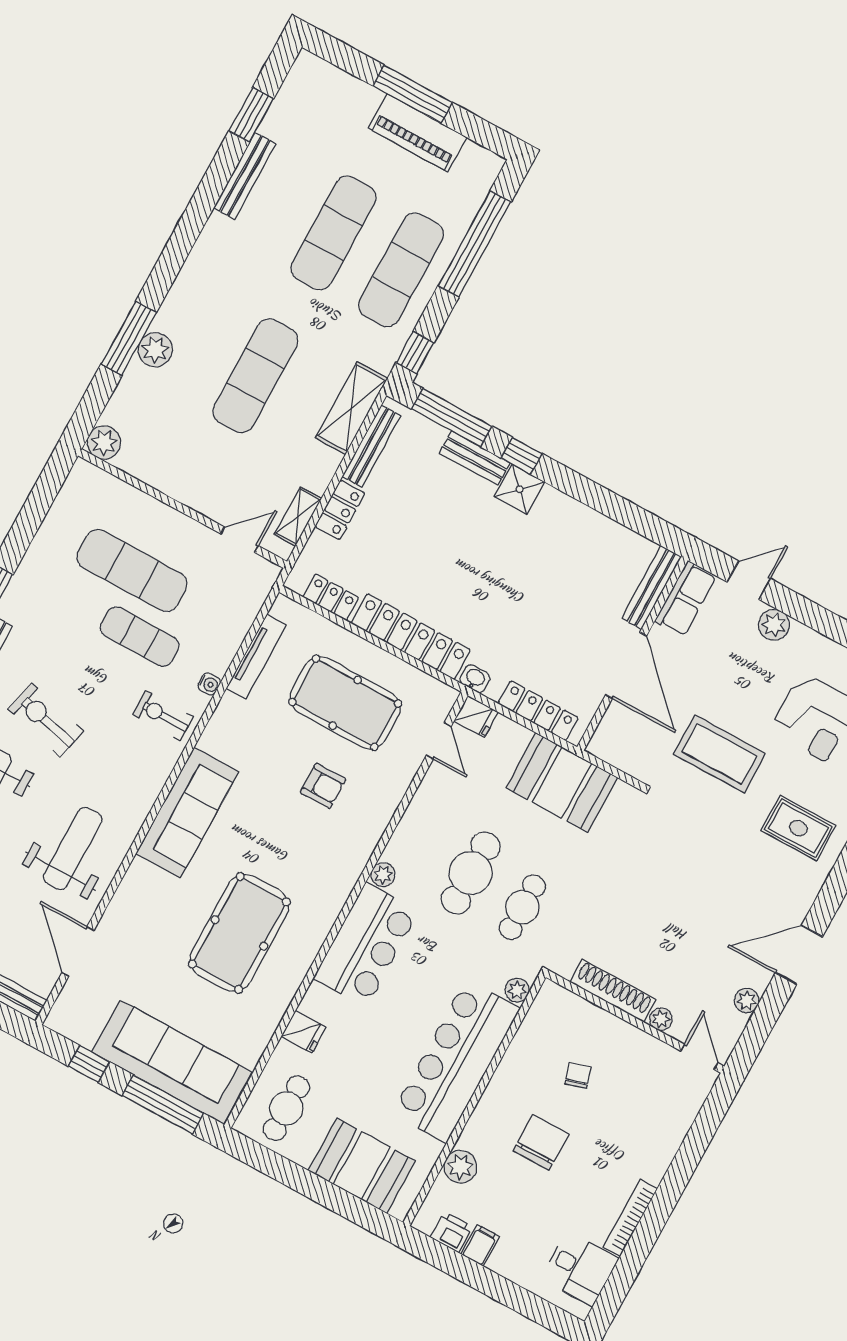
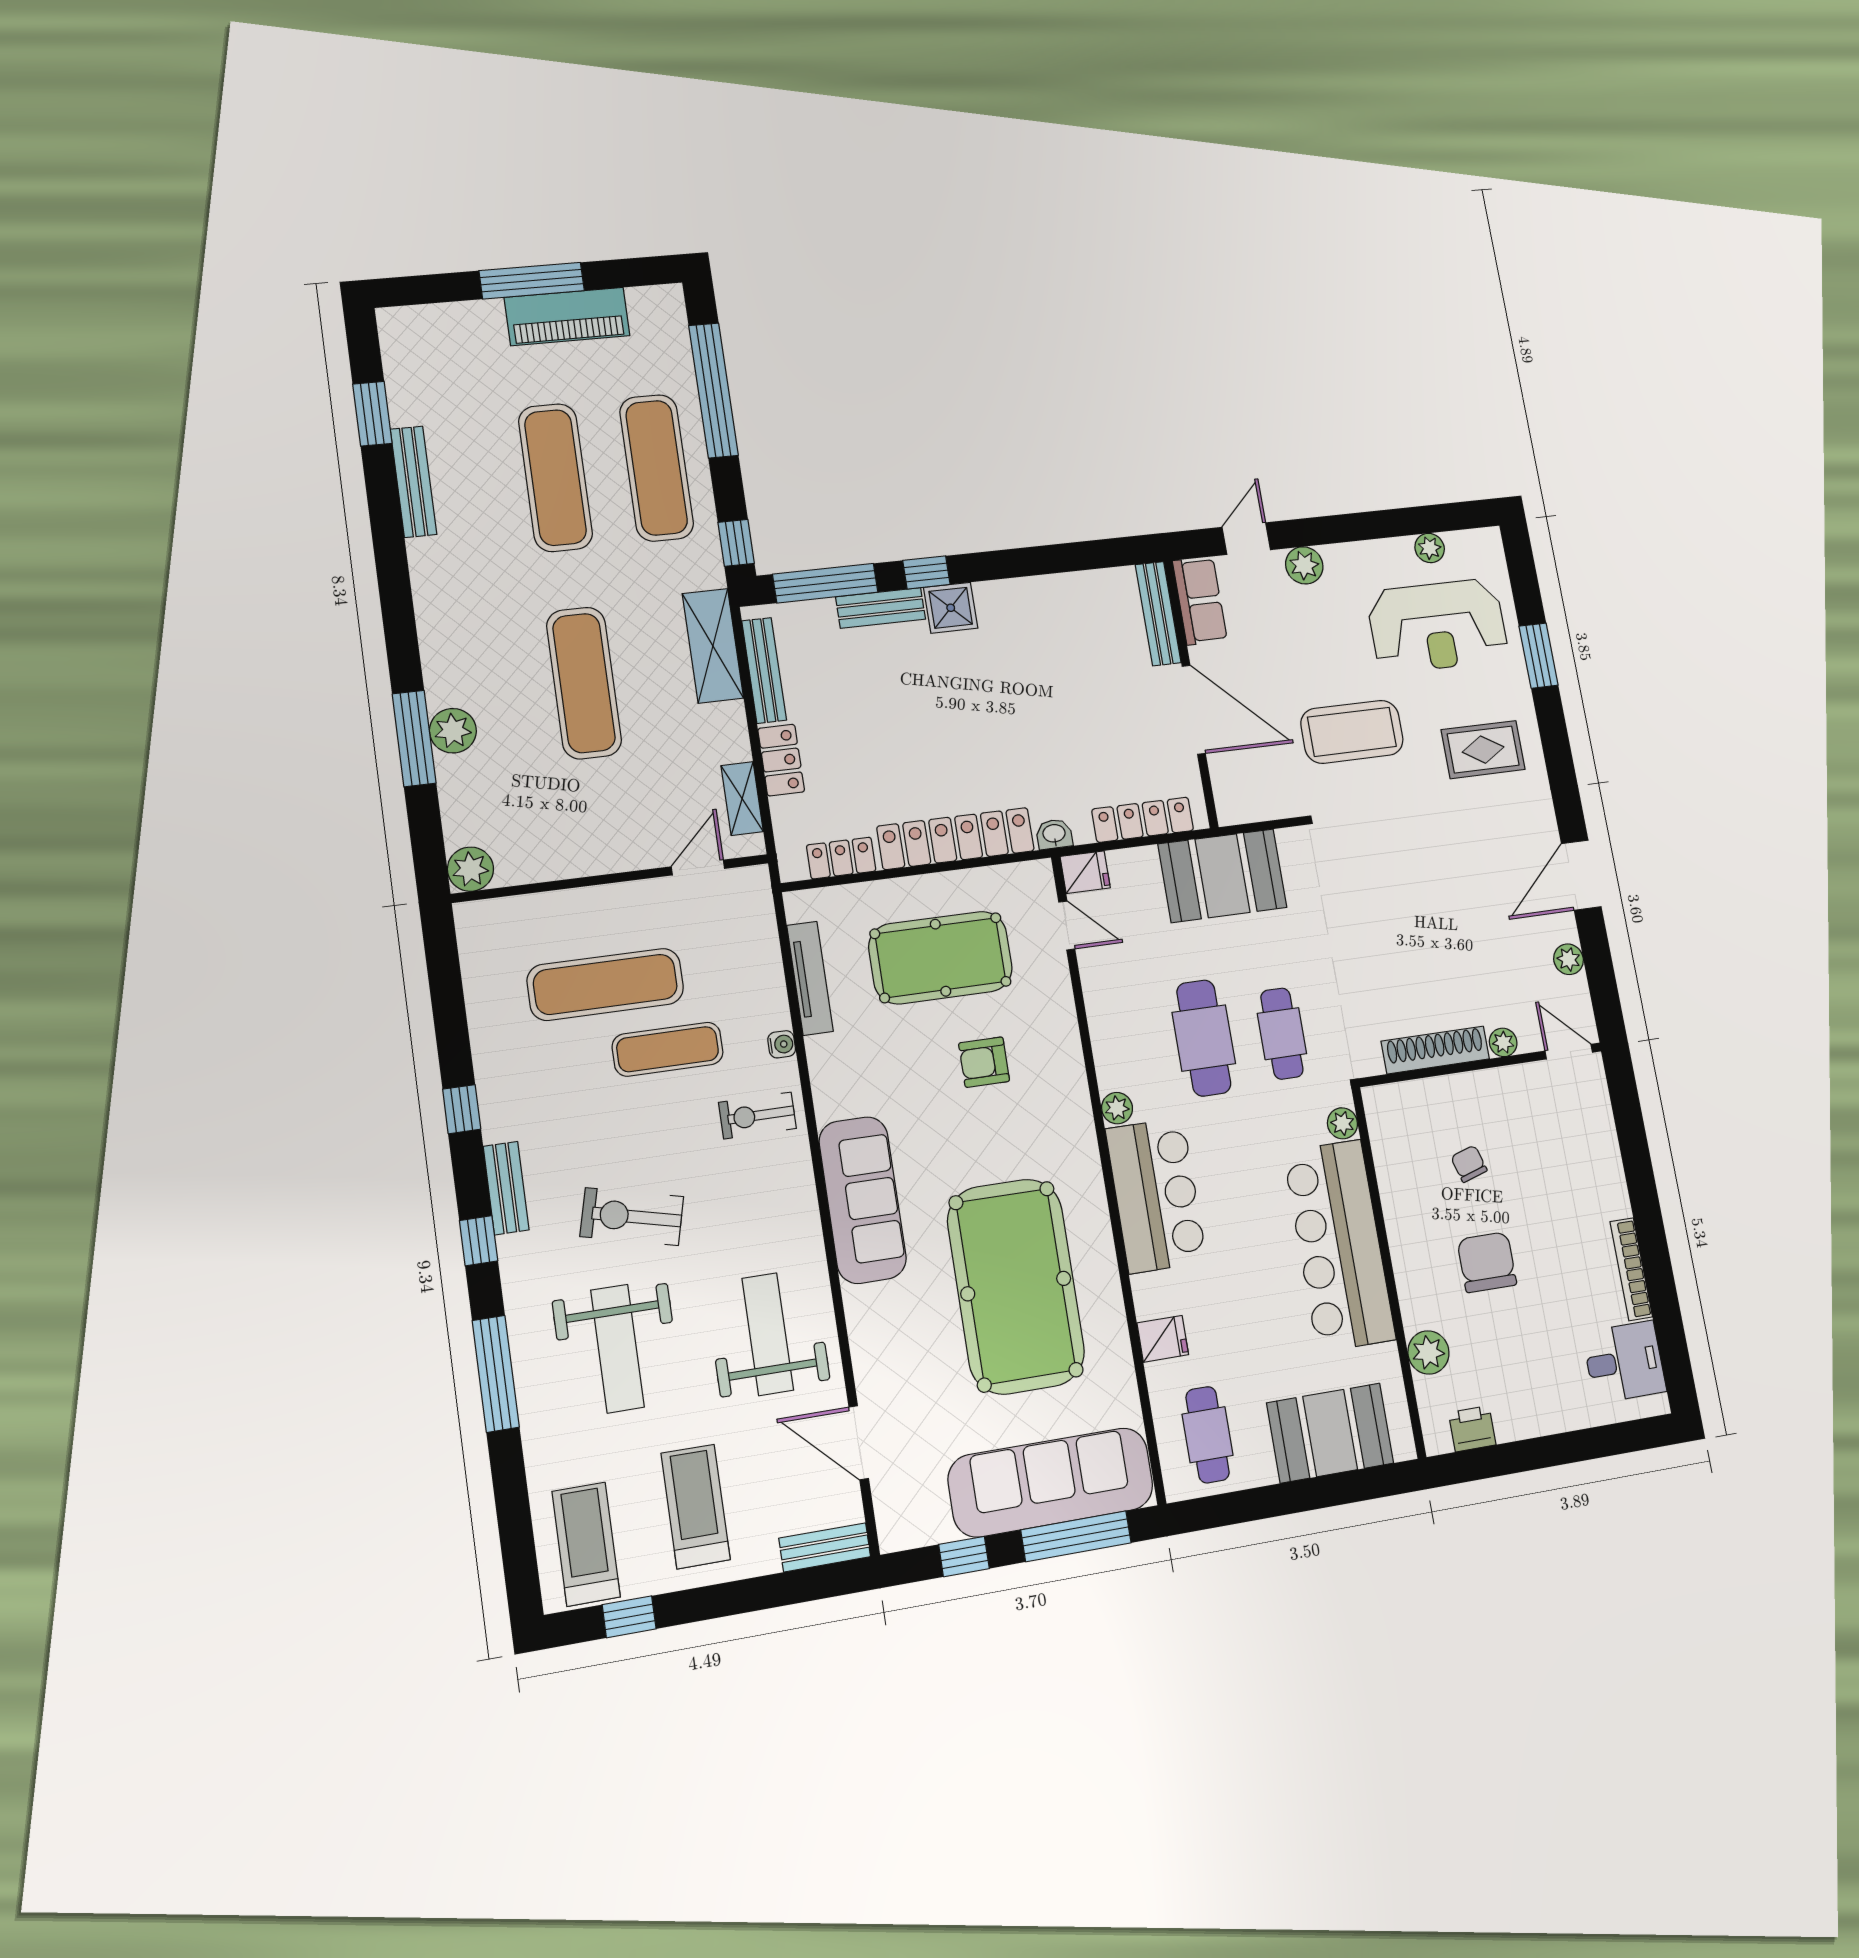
armchair: (323, 786) -> (984, 1062), turned 180
pool table: (239, 933) -> (1016, 1286), width x1.36, depth x1.32
filing cabinet: (480, 1245) -> (1511, 1419), removed

